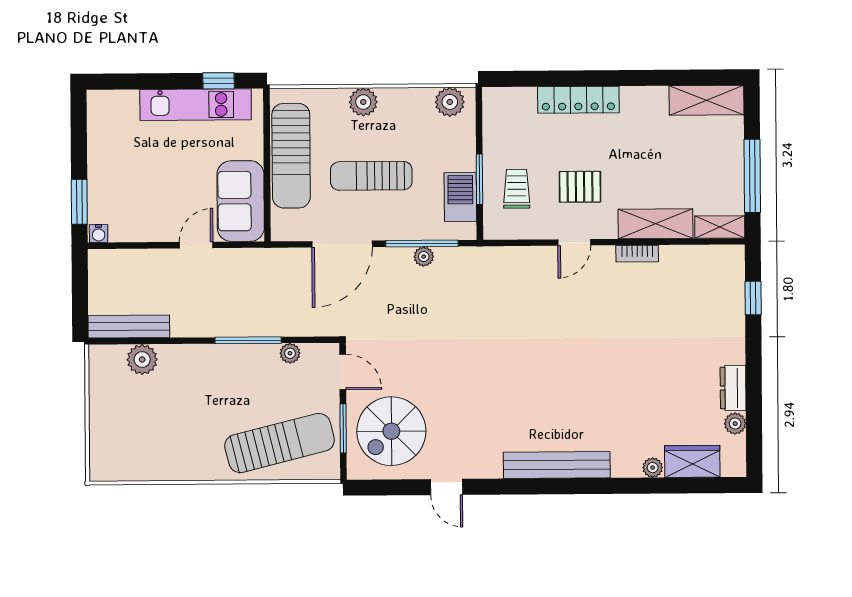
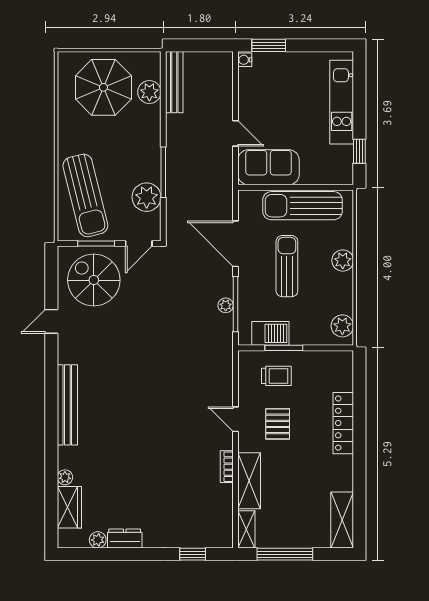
kitchen unit: (196, 105) -> (342, 102), moved
plant: (290, 353) -> (147, 197), width x1.88, depth x1.88
parasol: (136, 420) -> (103, 87), added

